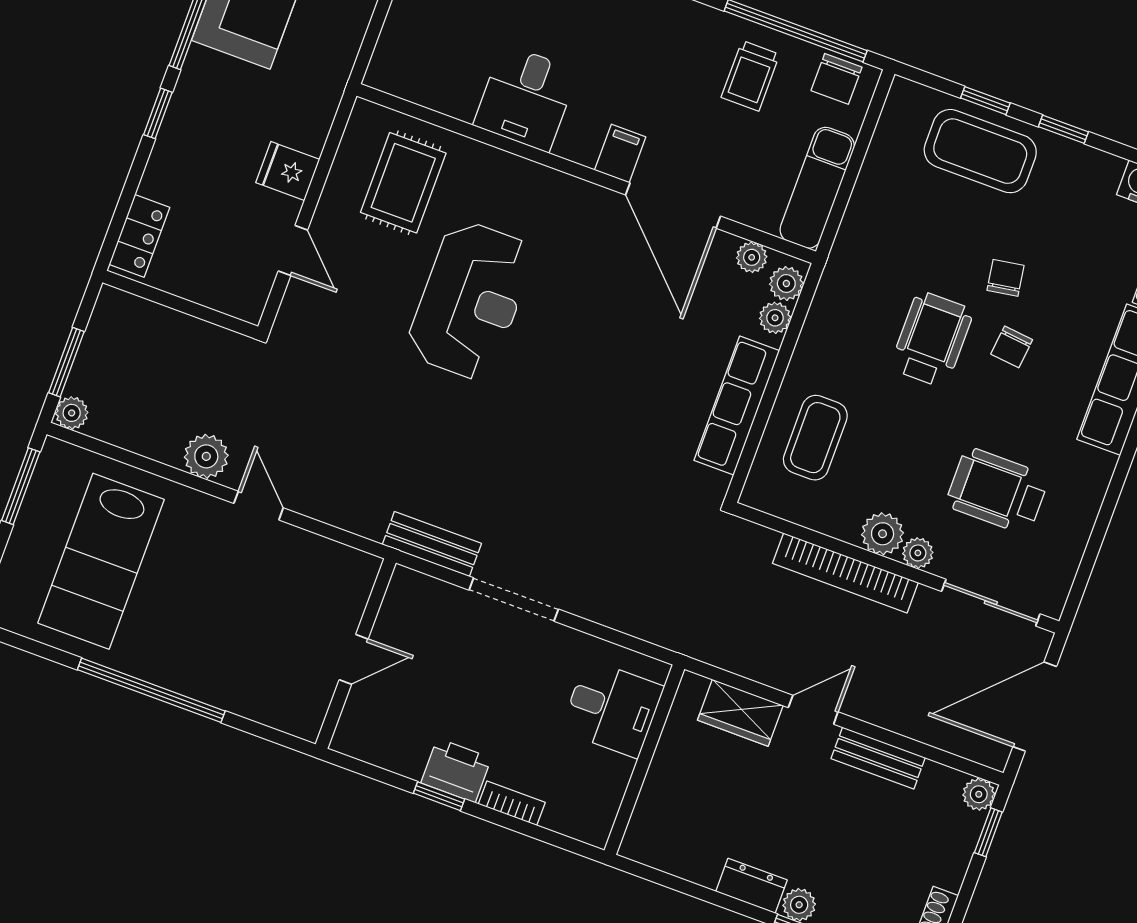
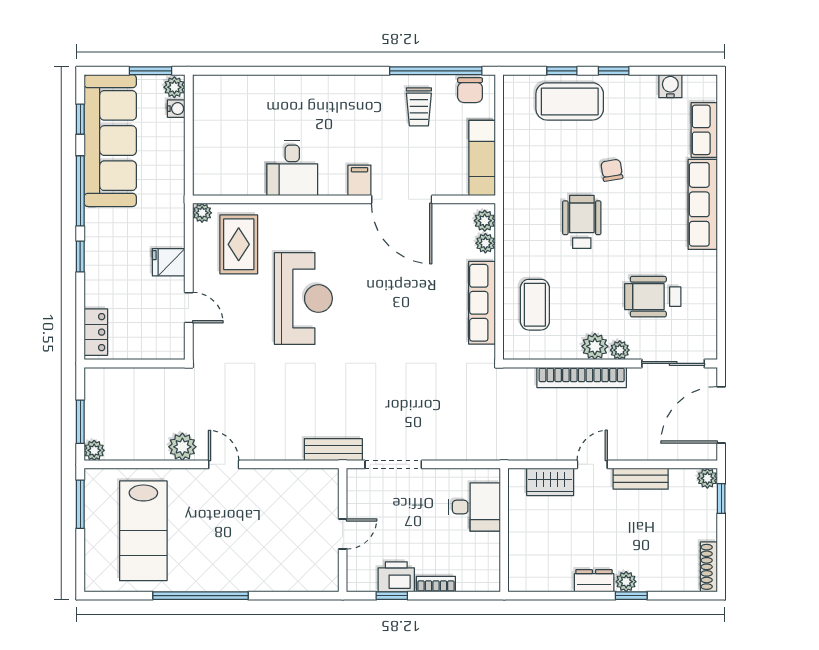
plant: (752, 257) -> (202, 213), moved
chair: (1012, 347) -> (630, 209), removed
wall: (356, 654) -> (343, 530), moved
door: (354, 659) -> (343, 534), moved

